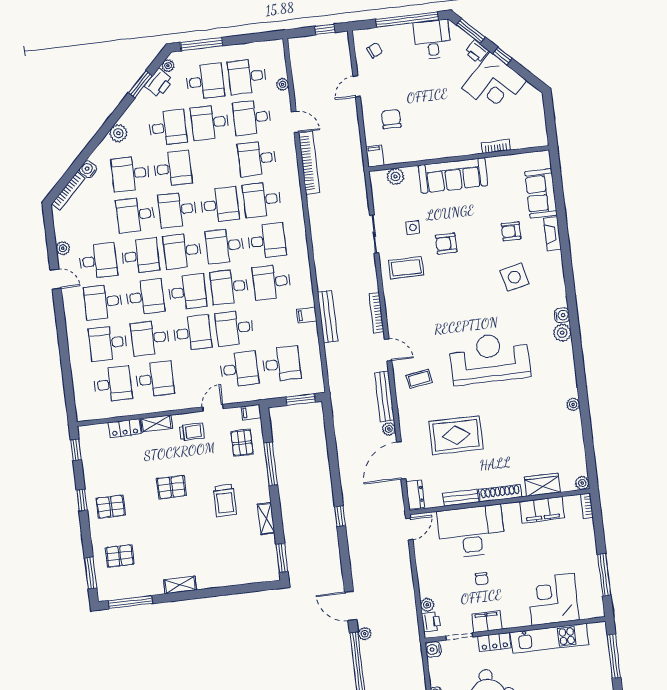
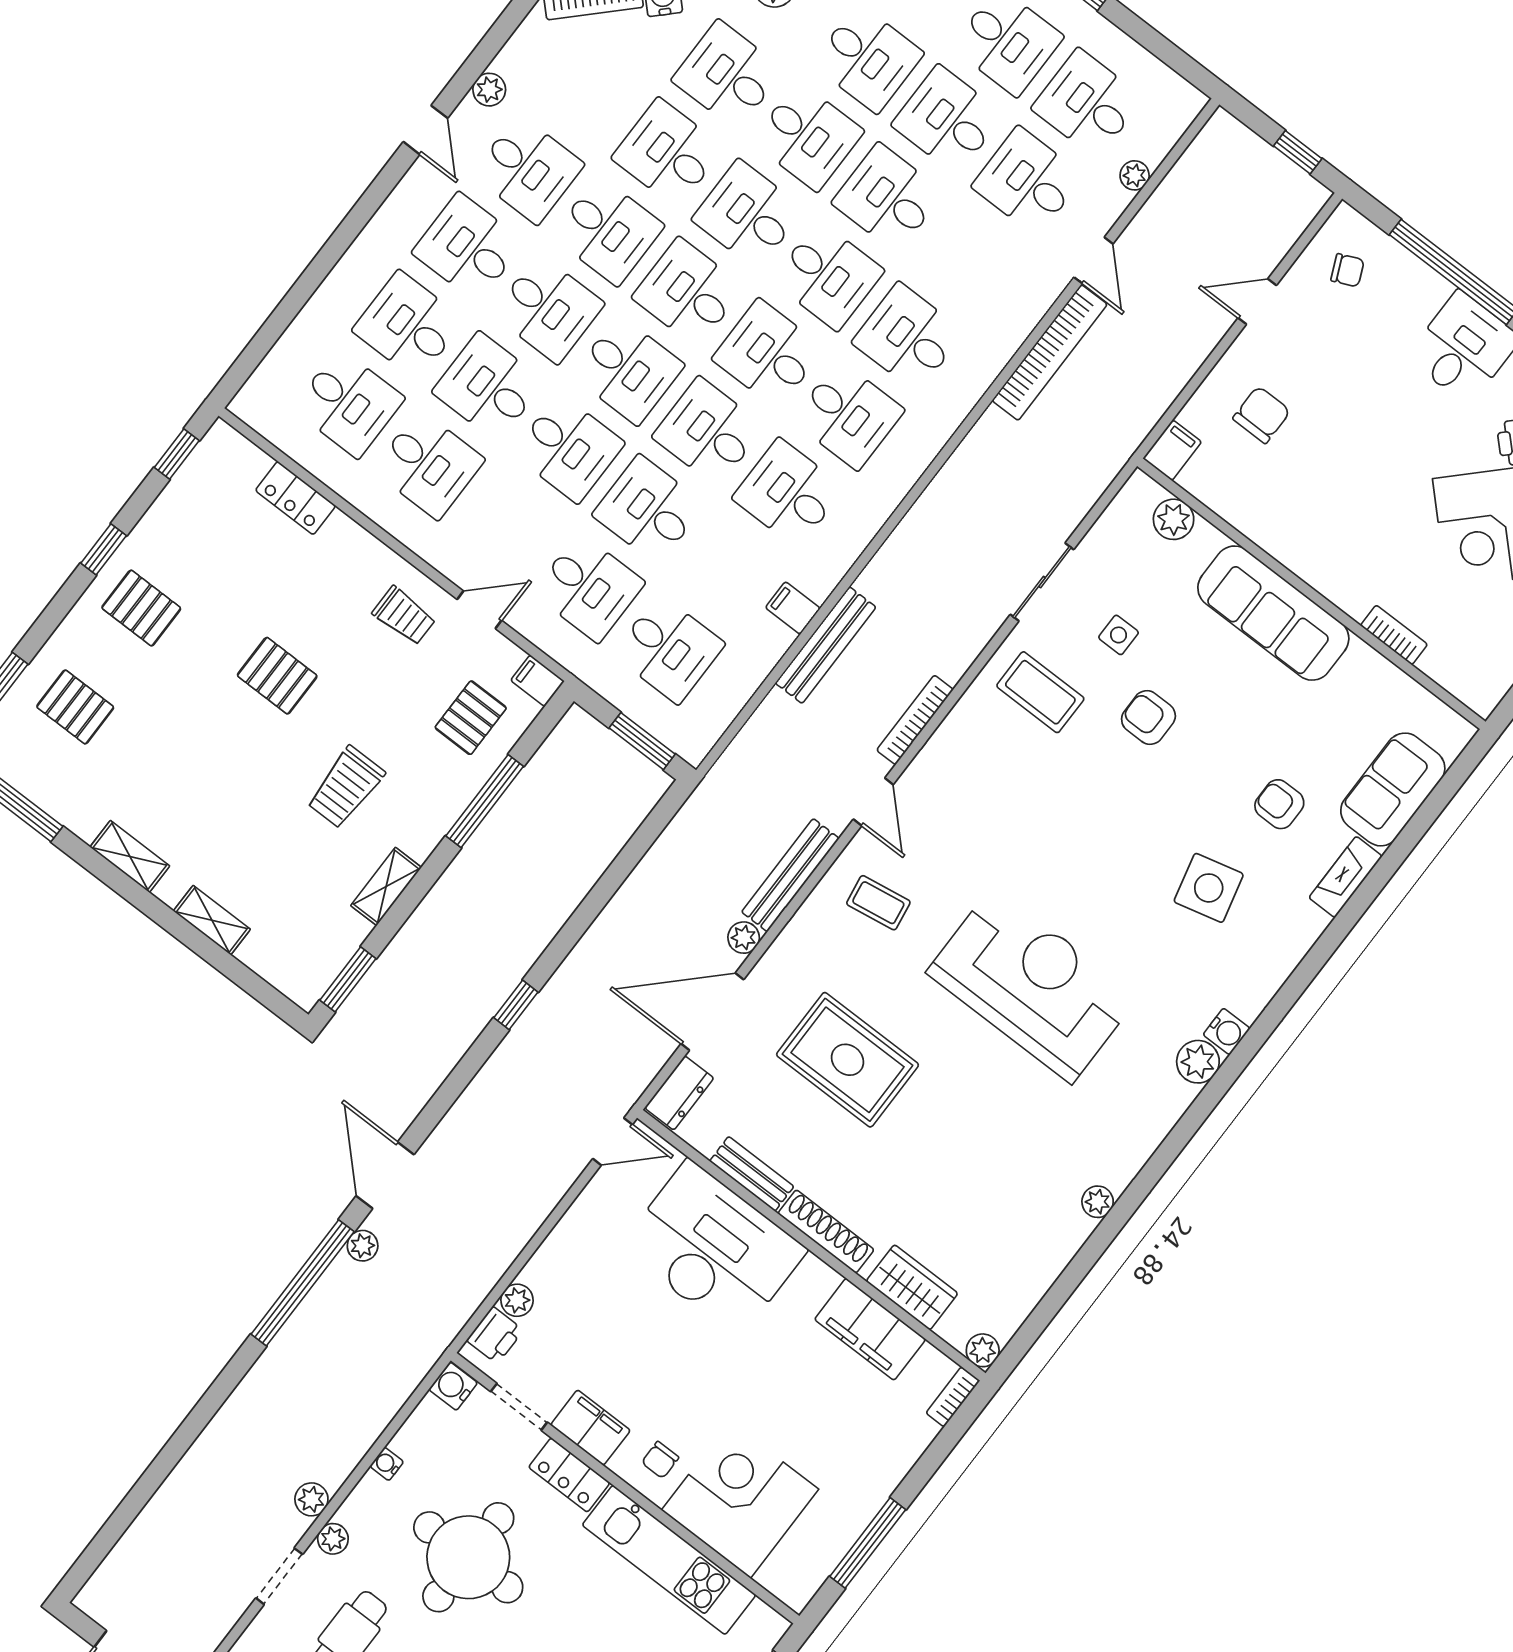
desk: (257, 159) -> (888, 198), moved
shelving: (156, 423) -> (212, 920), moved
chair: (482, 579) -> (660, 1460), moved

